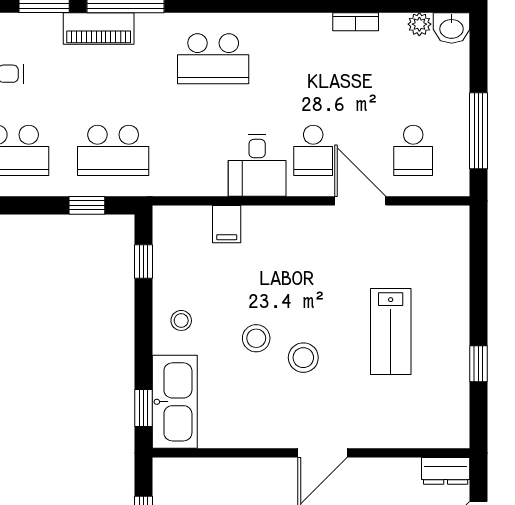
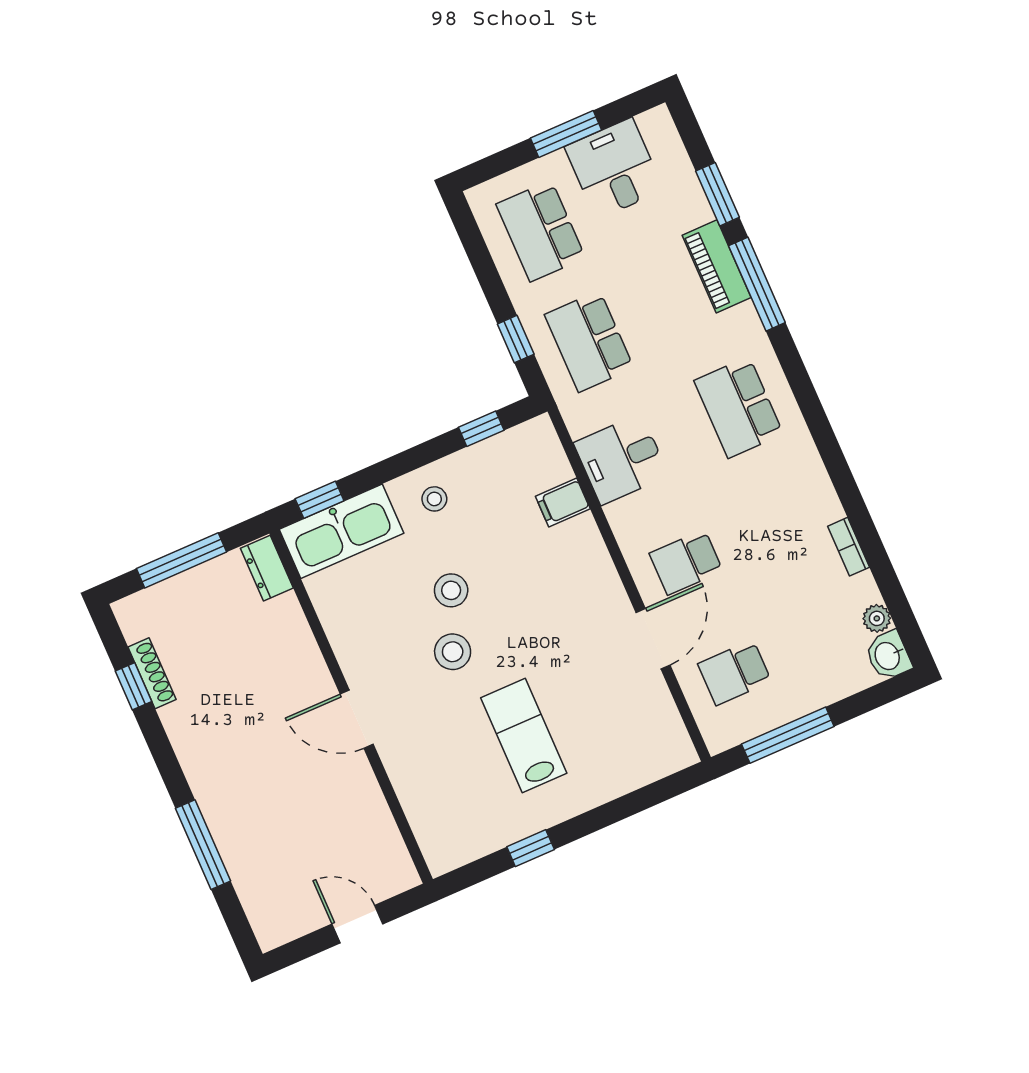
desk: (257, 165) -> (621, 459), moved
lab bench: (391, 332) -> (524, 735), turned 90
dresser: (446, 471) -> (267, 568), moved

